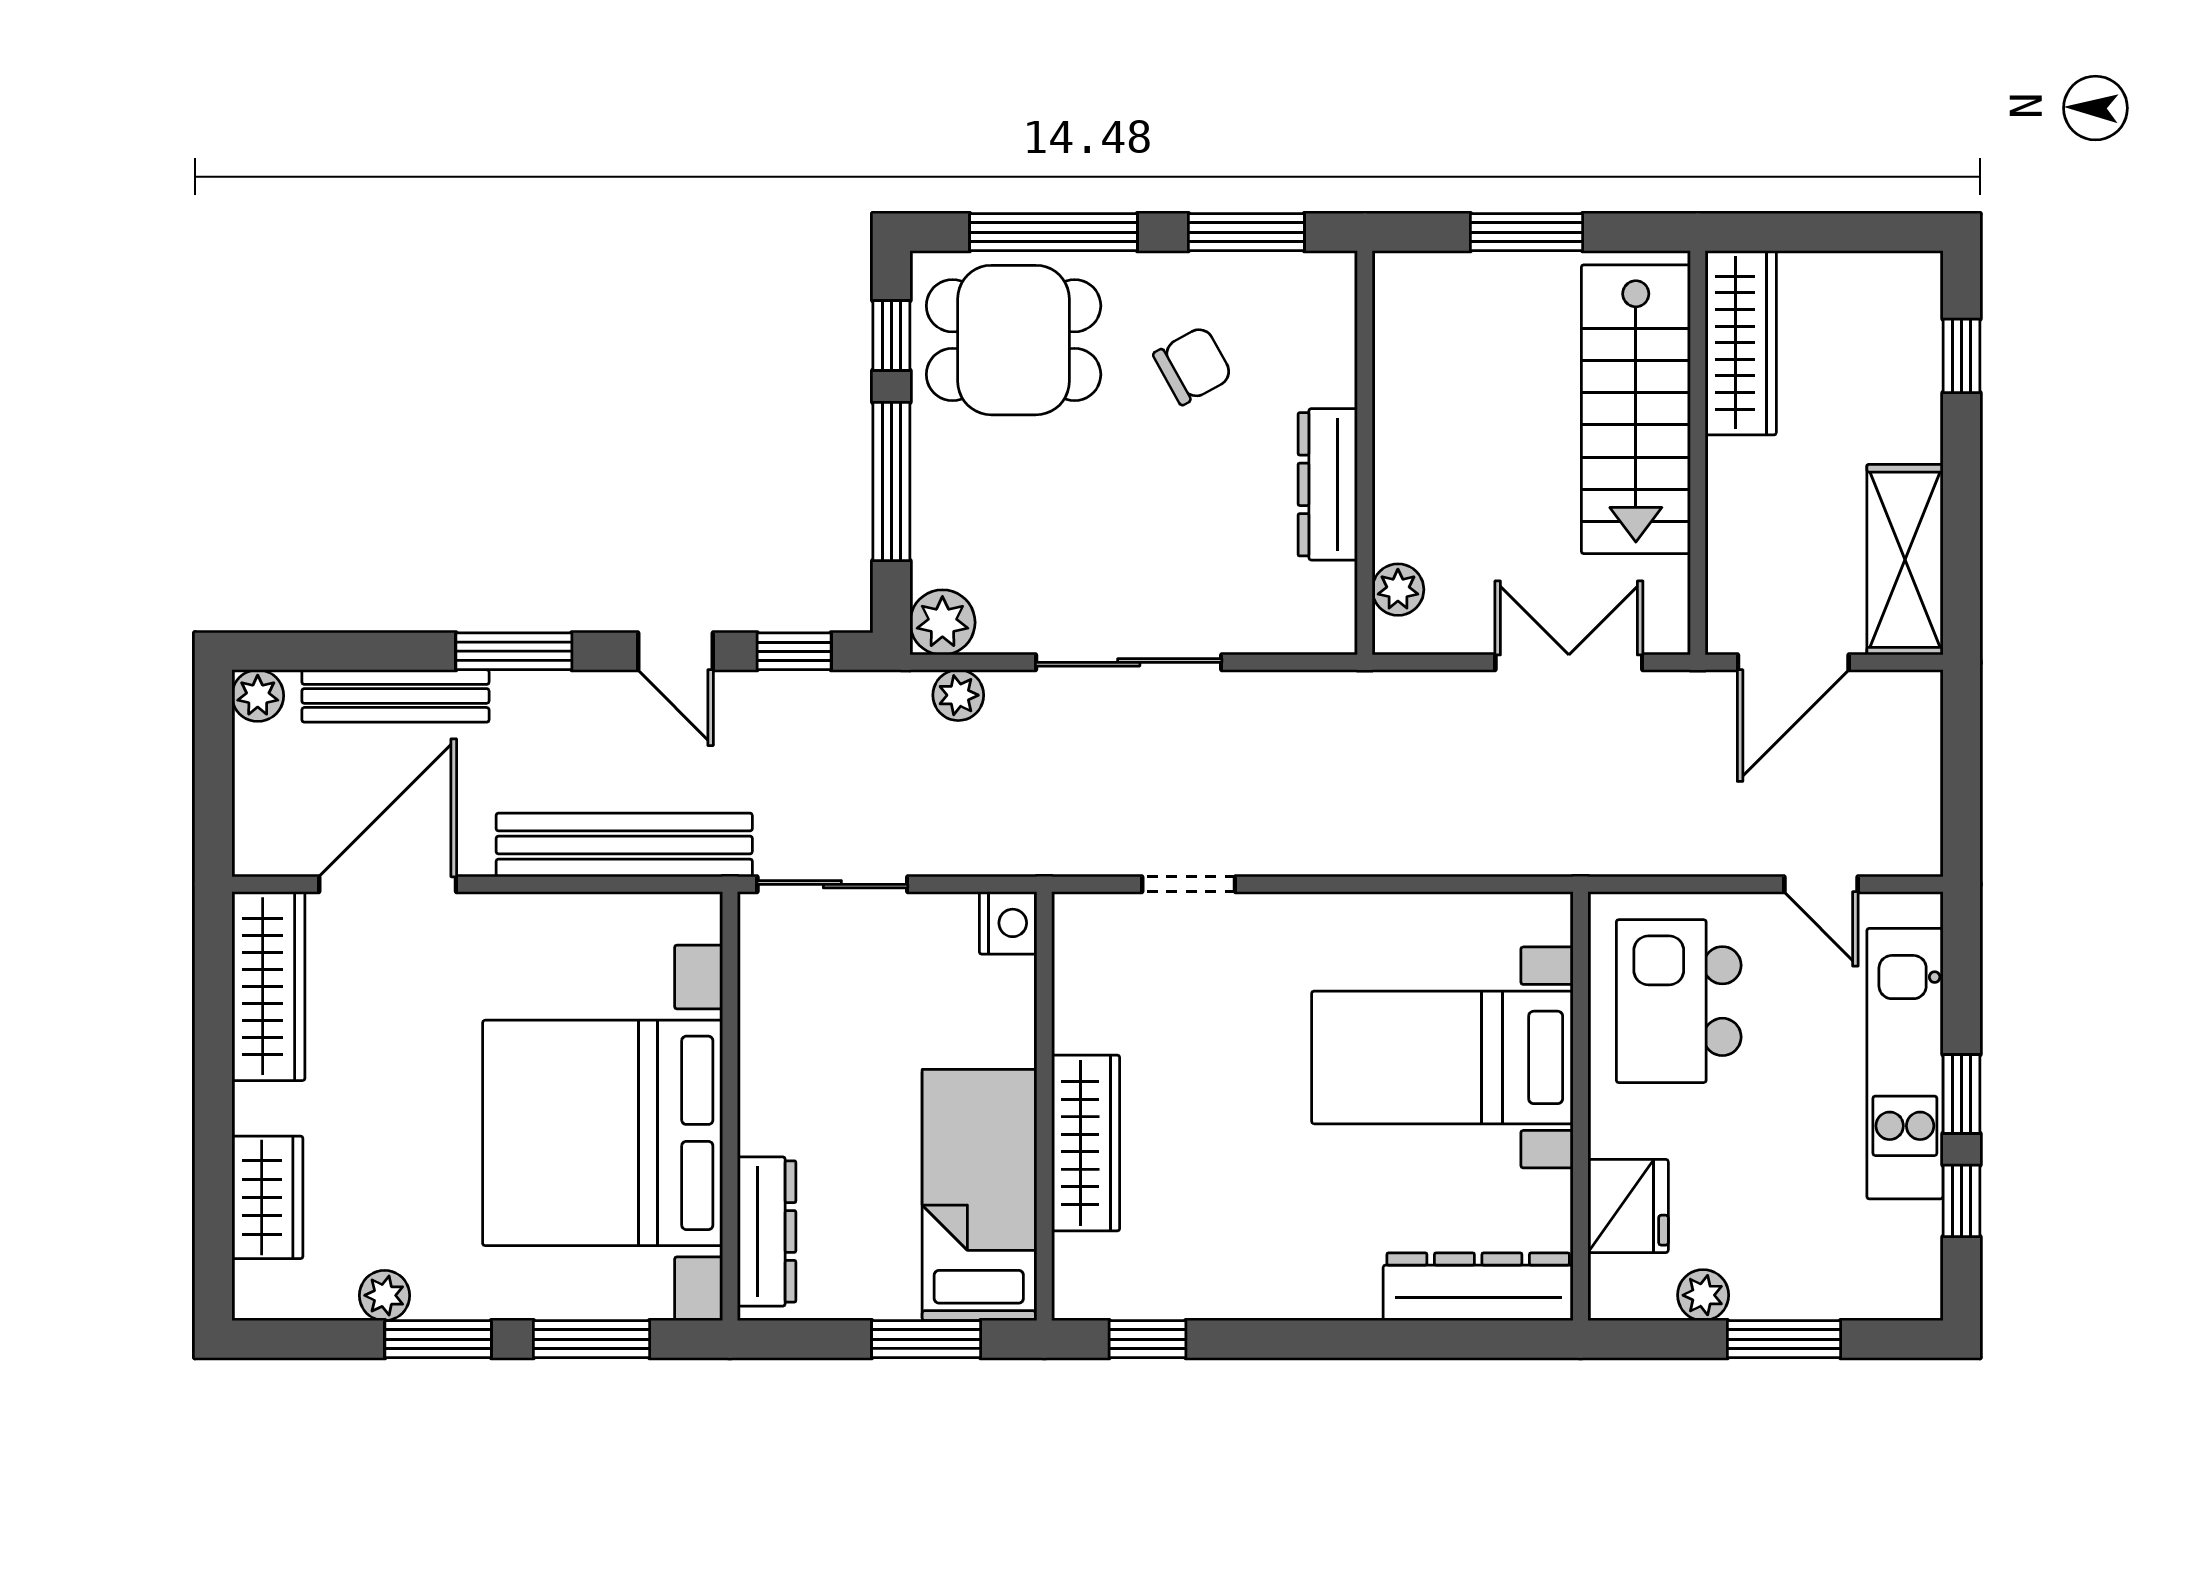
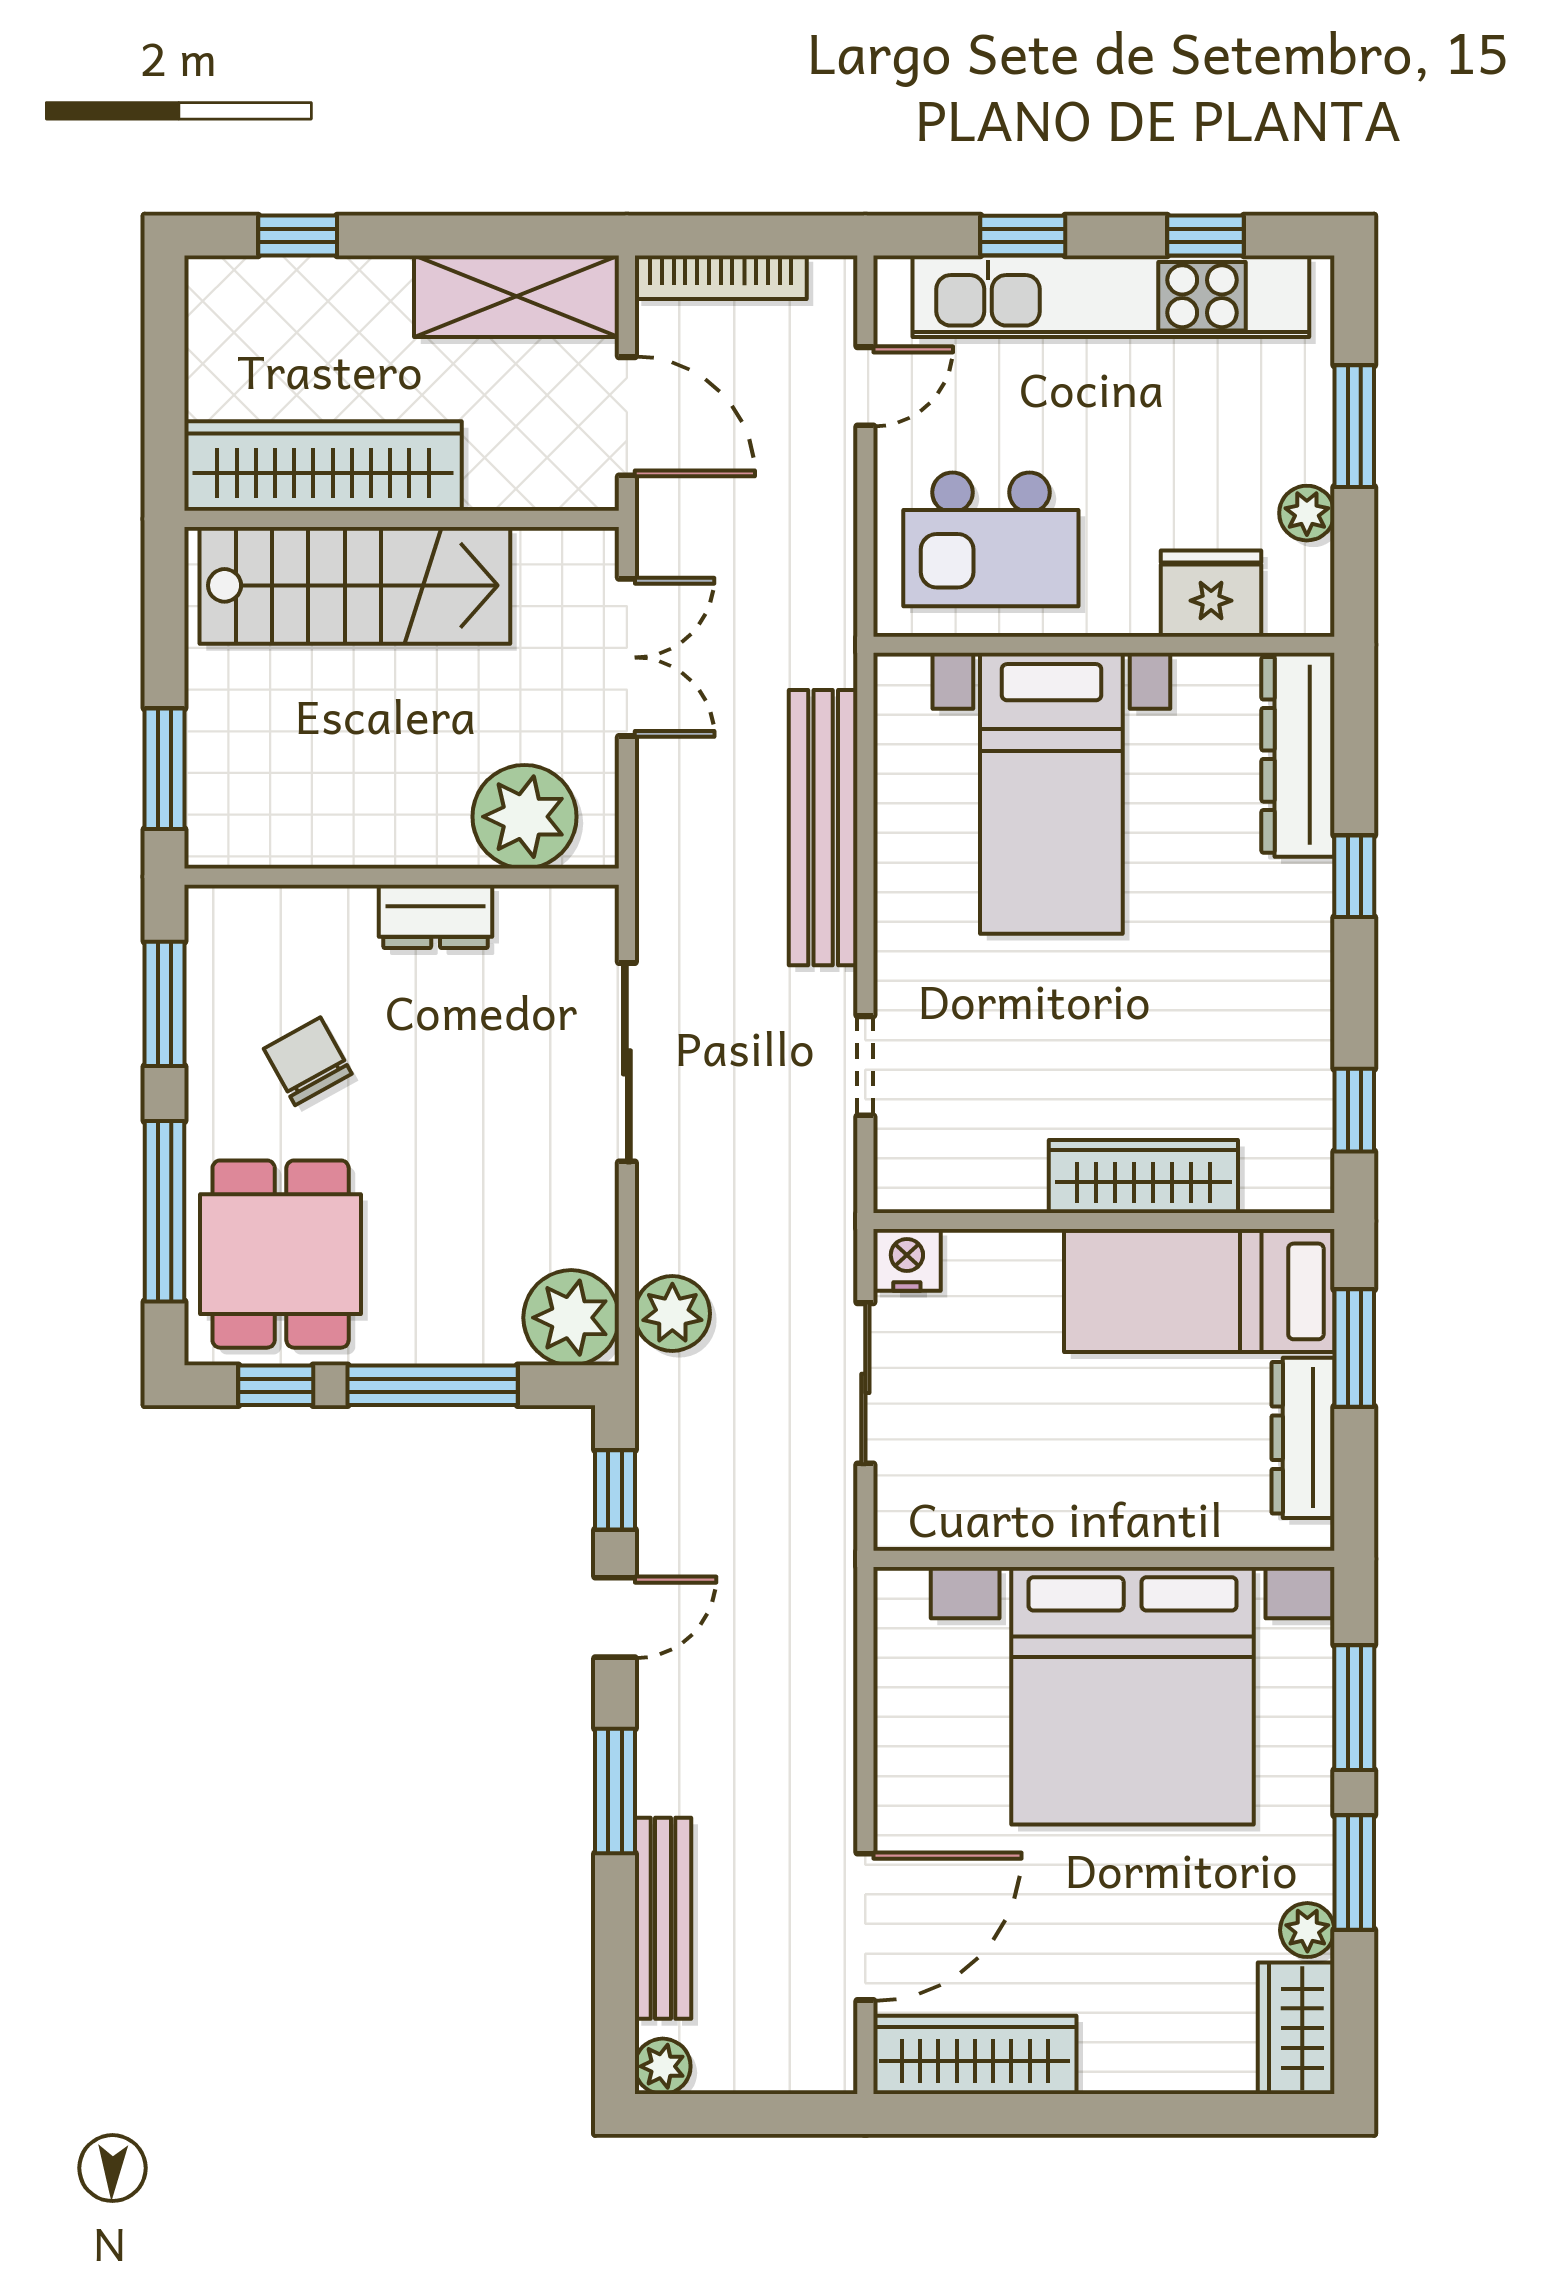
window: (1527, 232) -> (165, 769), moved
wardrobe: (1741, 343) -> (323, 466), width x1.40, depth x1.17
dresser: (1328, 484) -> (436, 916), width x0.70
plant: (1398, 590) -> (524, 817), width x1.87, depth x1.87
plant: (942, 622) -> (571, 1318), width x1.36, depth x1.36
sliding door: (1129, 662) -> (627, 1062), moved
double door: (1569, 662) -> (627, 657), swing flipped
plant: (958, 695) -> (672, 1314), width x1.38, depth x1.38
bookcase: (1923, 750) -> (721, 277), added
bench: (624, 845) -> (823, 828), moved
door: (388, 884) -> (865, 1927), swing flipped
sliding door: (832, 884) -> (865, 1383), moved
kitchen unit: (1905, 1064) -> (1111, 296), width x1.36
window: (1962, 1094) -> (1023, 235), moved
wardrobe: (267, 1197) -> (1296, 2028), moved, turned -90
dresser: (767, 1231) -> (1303, 1438), moved, turned -90
window: (1365, 1339) -> (1354, 876), added

